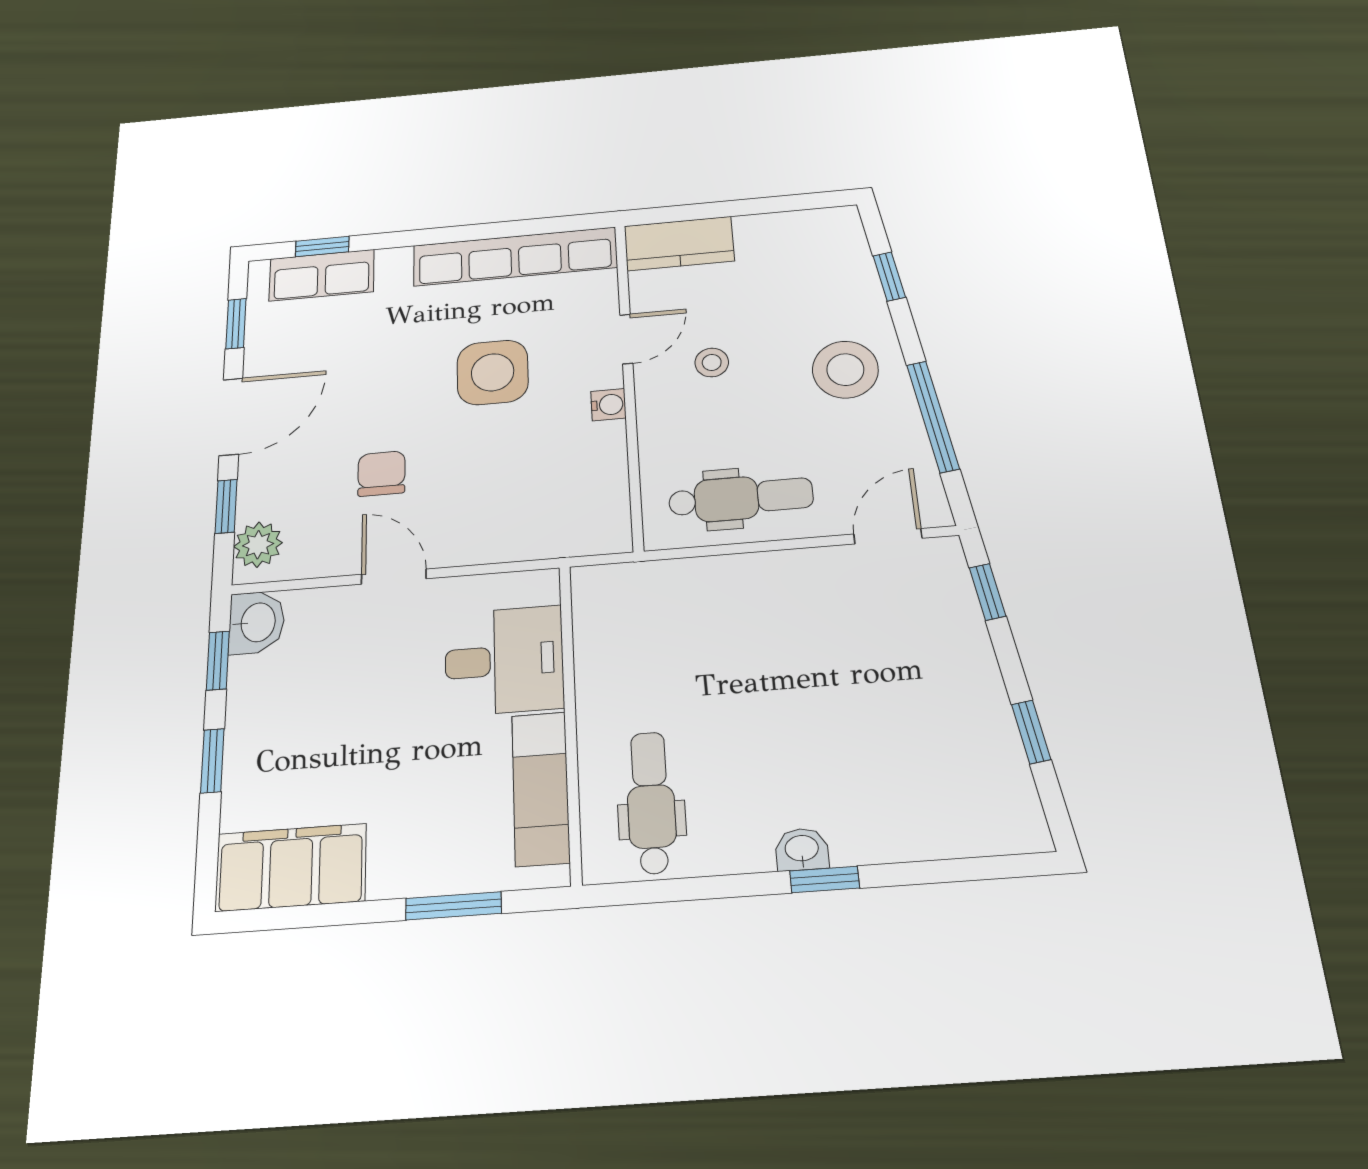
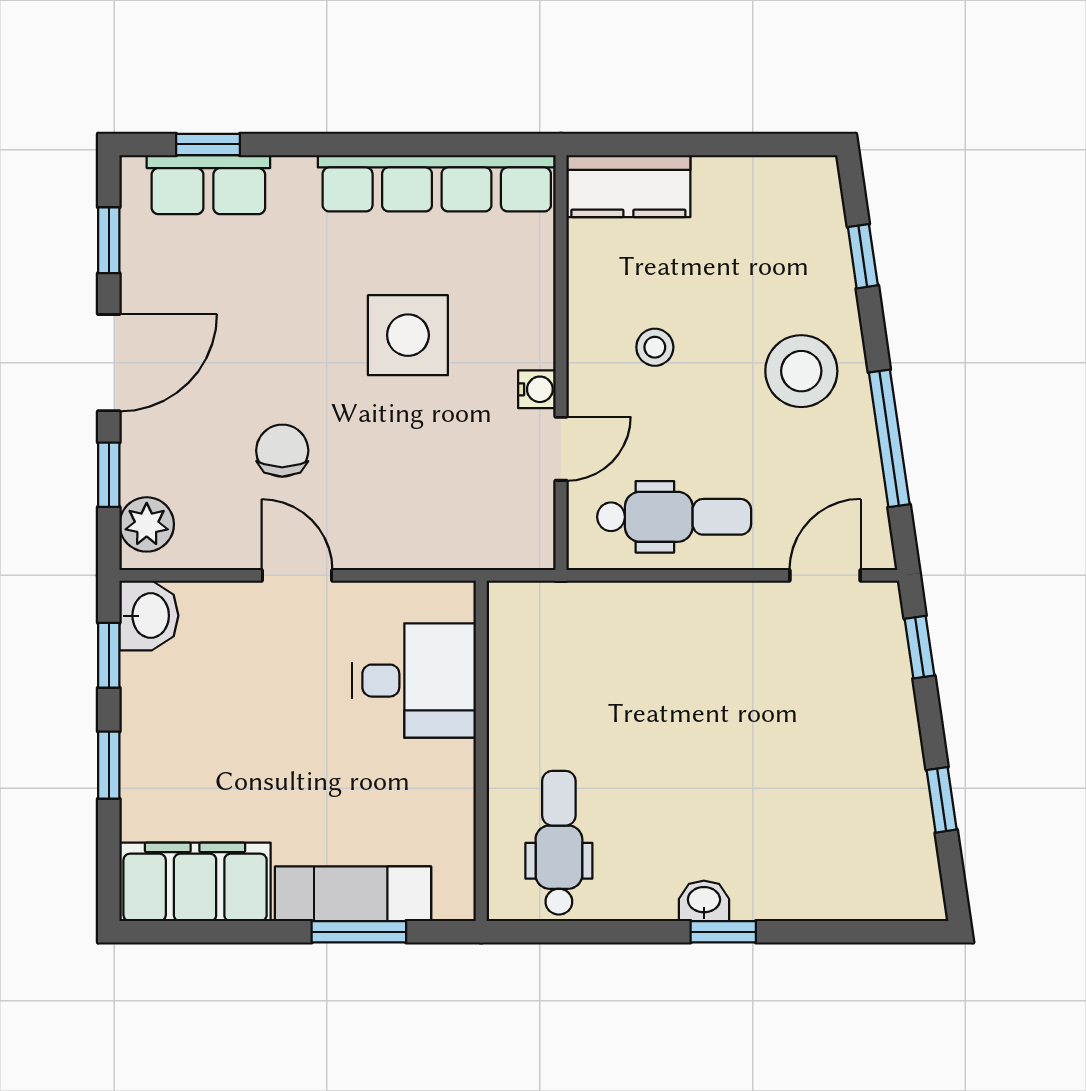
door: (626, 339) -> (561, 449), moved
exam couch: (541, 788) -> (353, 894), moved, turned 90

